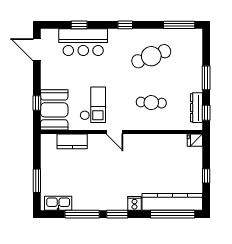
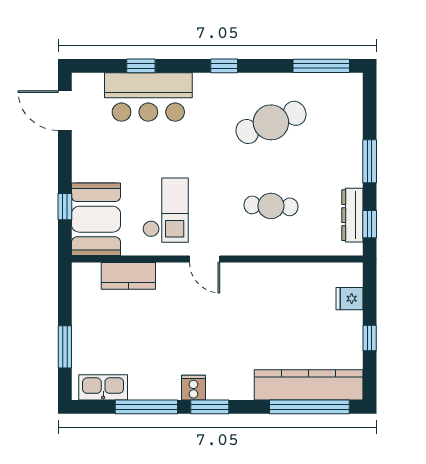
fridge: (195, 140) -> (349, 299), moved
cooker: (134, 203) -> (193, 388), moved

